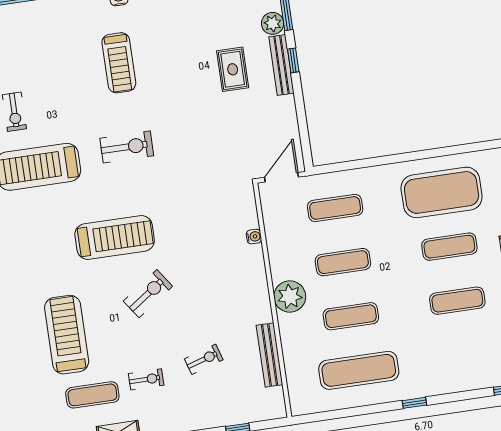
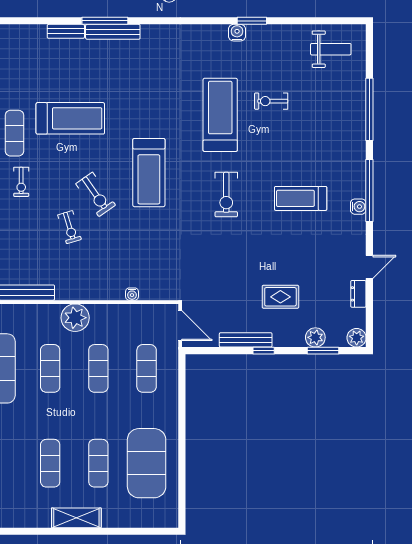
window: (293, 60) -> (264, 351), moved
bench: (281, 65) -> (246, 340), moved
exercise bike: (204, 359) -> (70, 227), moved

